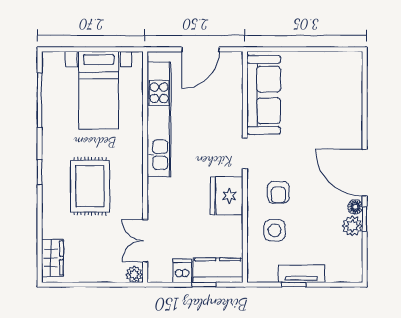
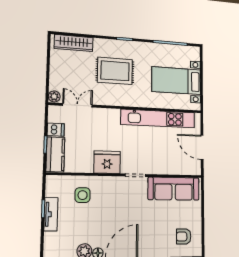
armchair: (278, 192) -> (184, 236), moved
wardrobe: (52, 258) -> (74, 43), width x1.50

